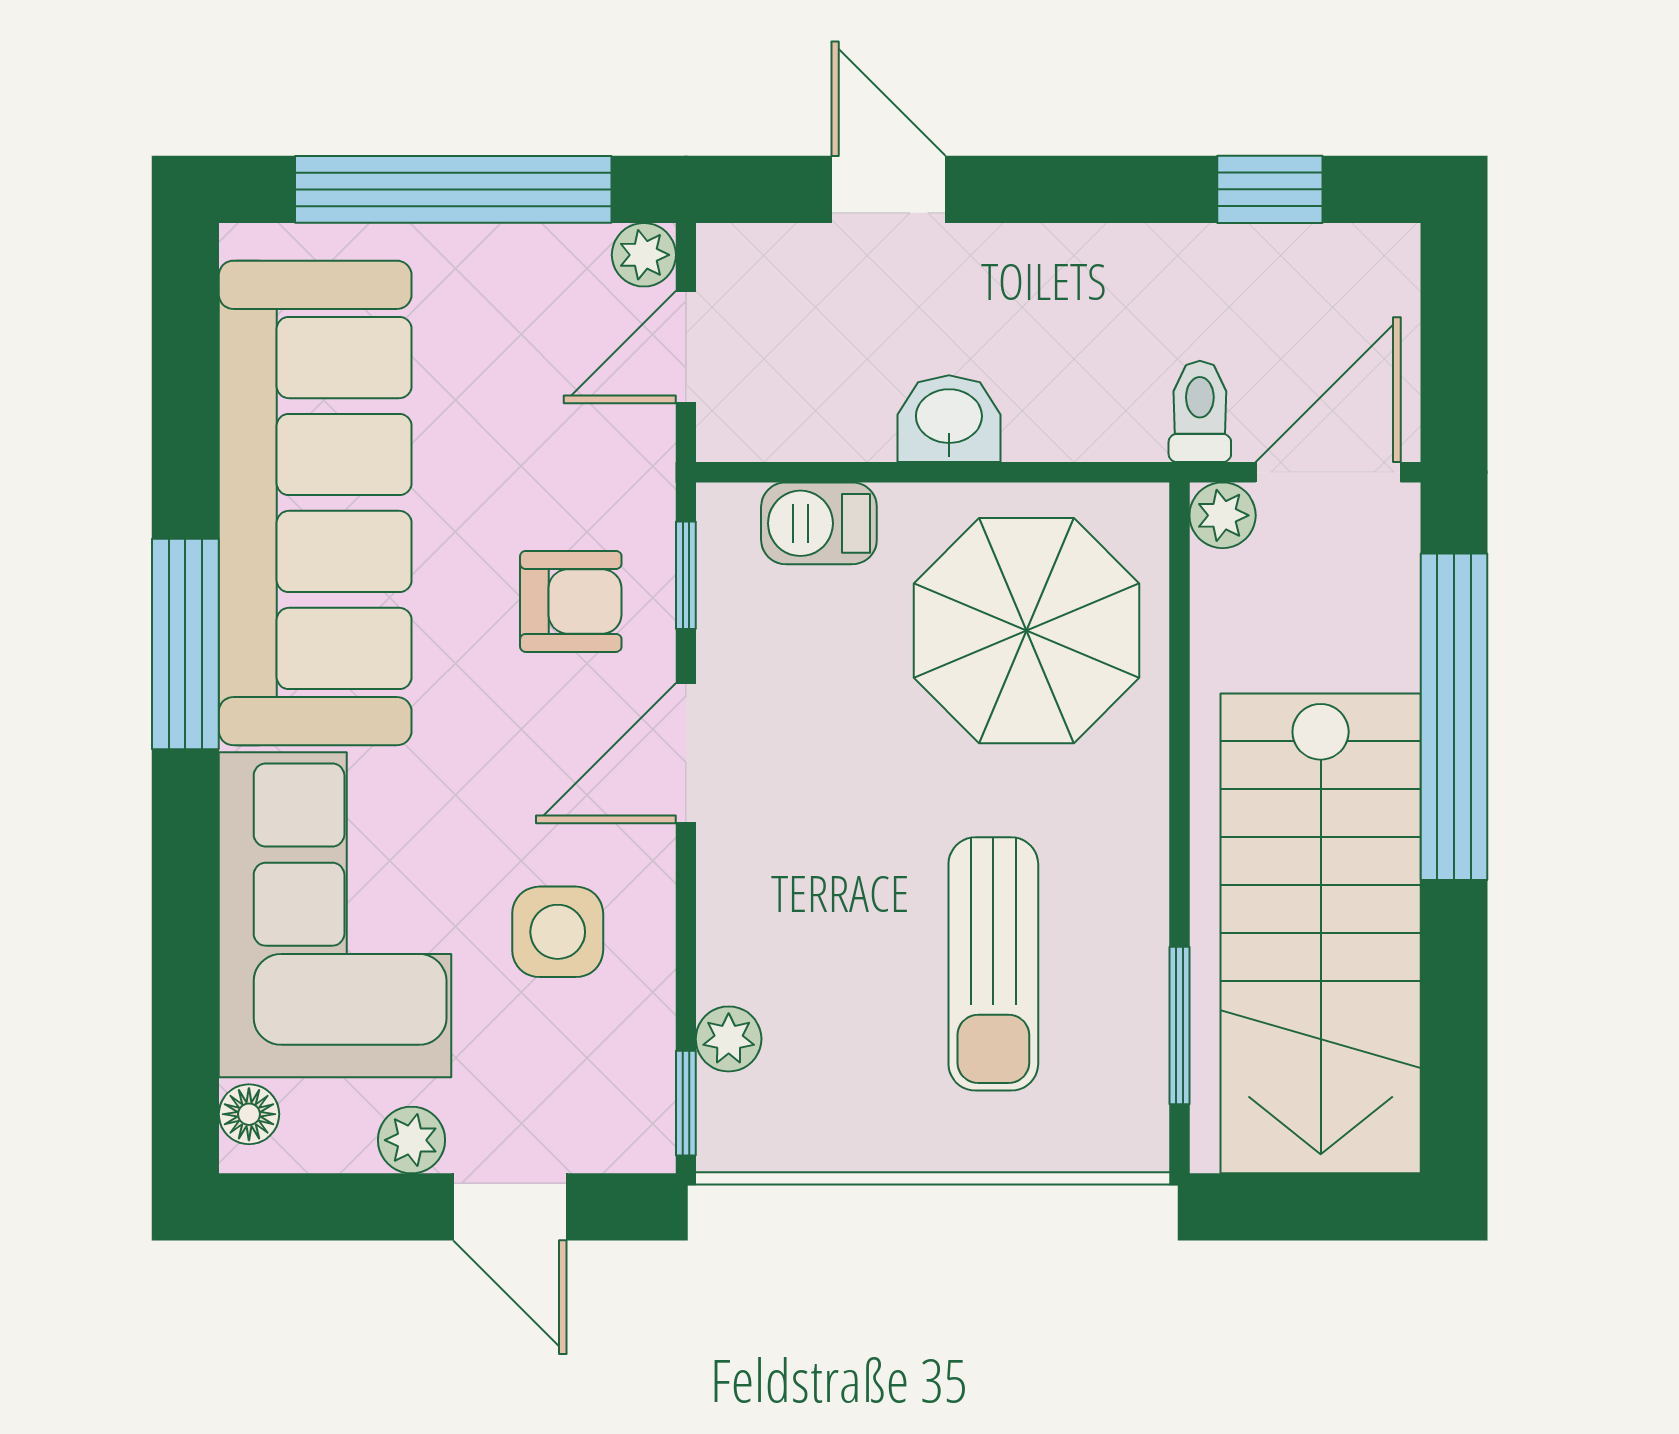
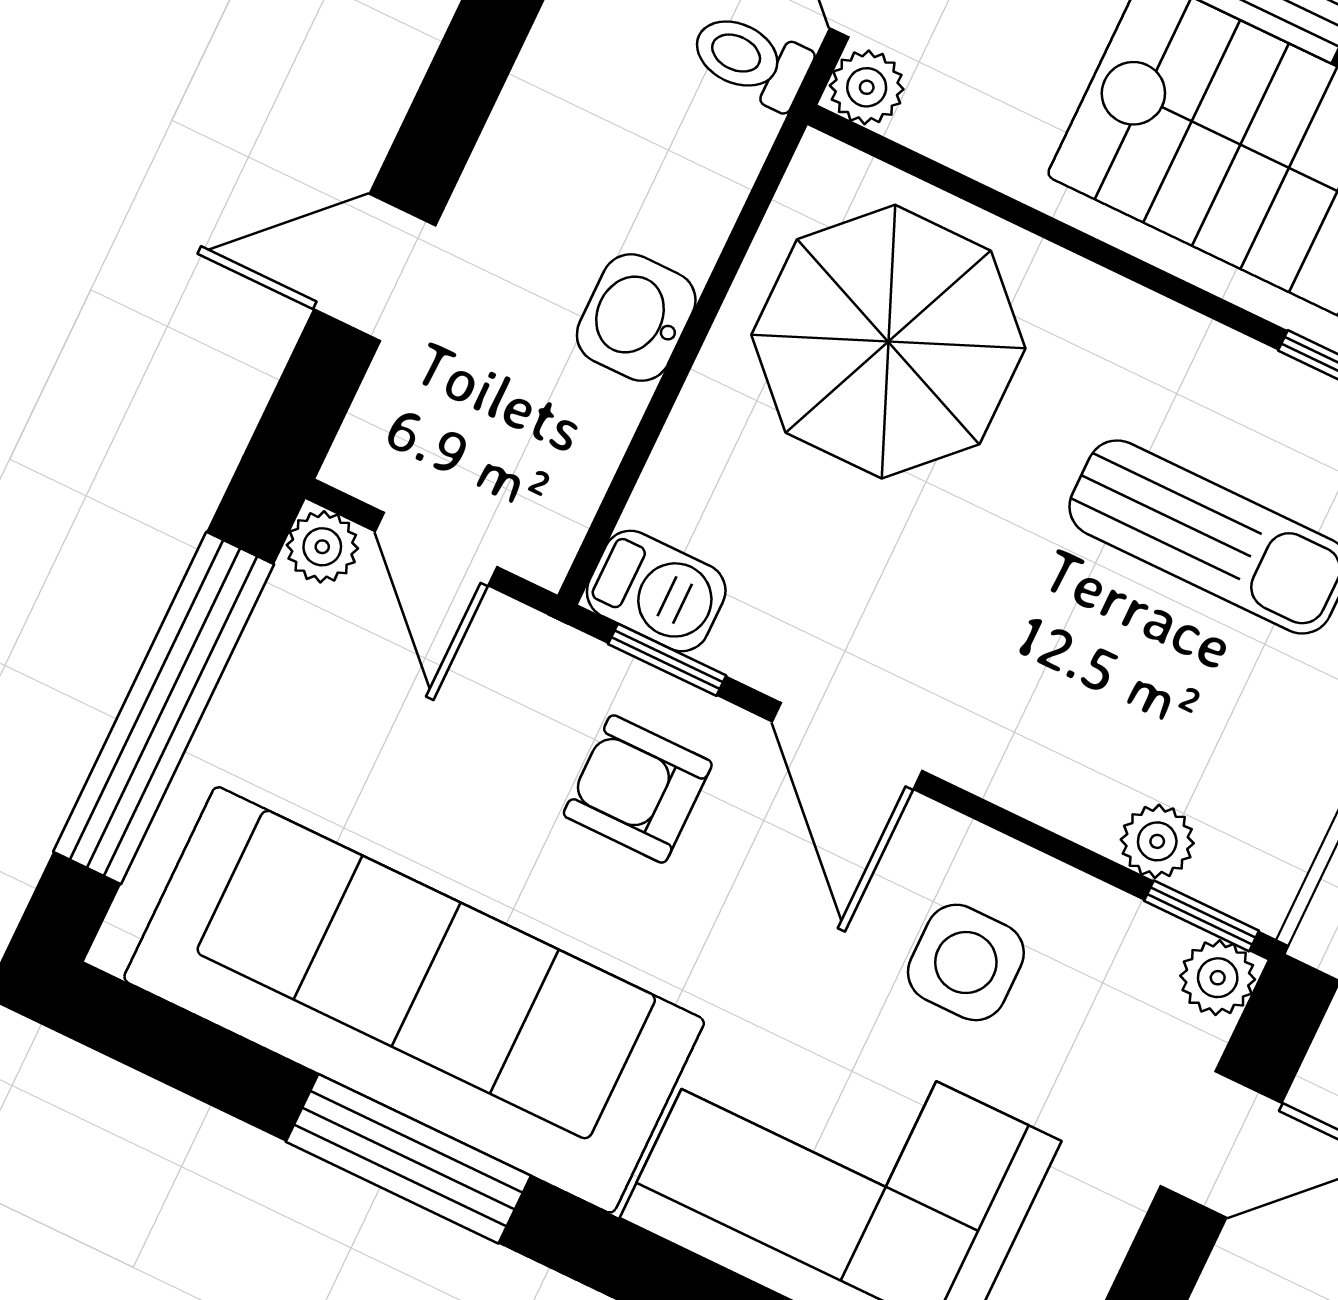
barbecue: (819, 523) -> (656, 591), moved, turned -90
armchair: (571, 601) -> (638, 789), turned -90
window: (185, 644) -> (408, 1159), moved
plant: (411, 1140) -> (1218, 978), moved

